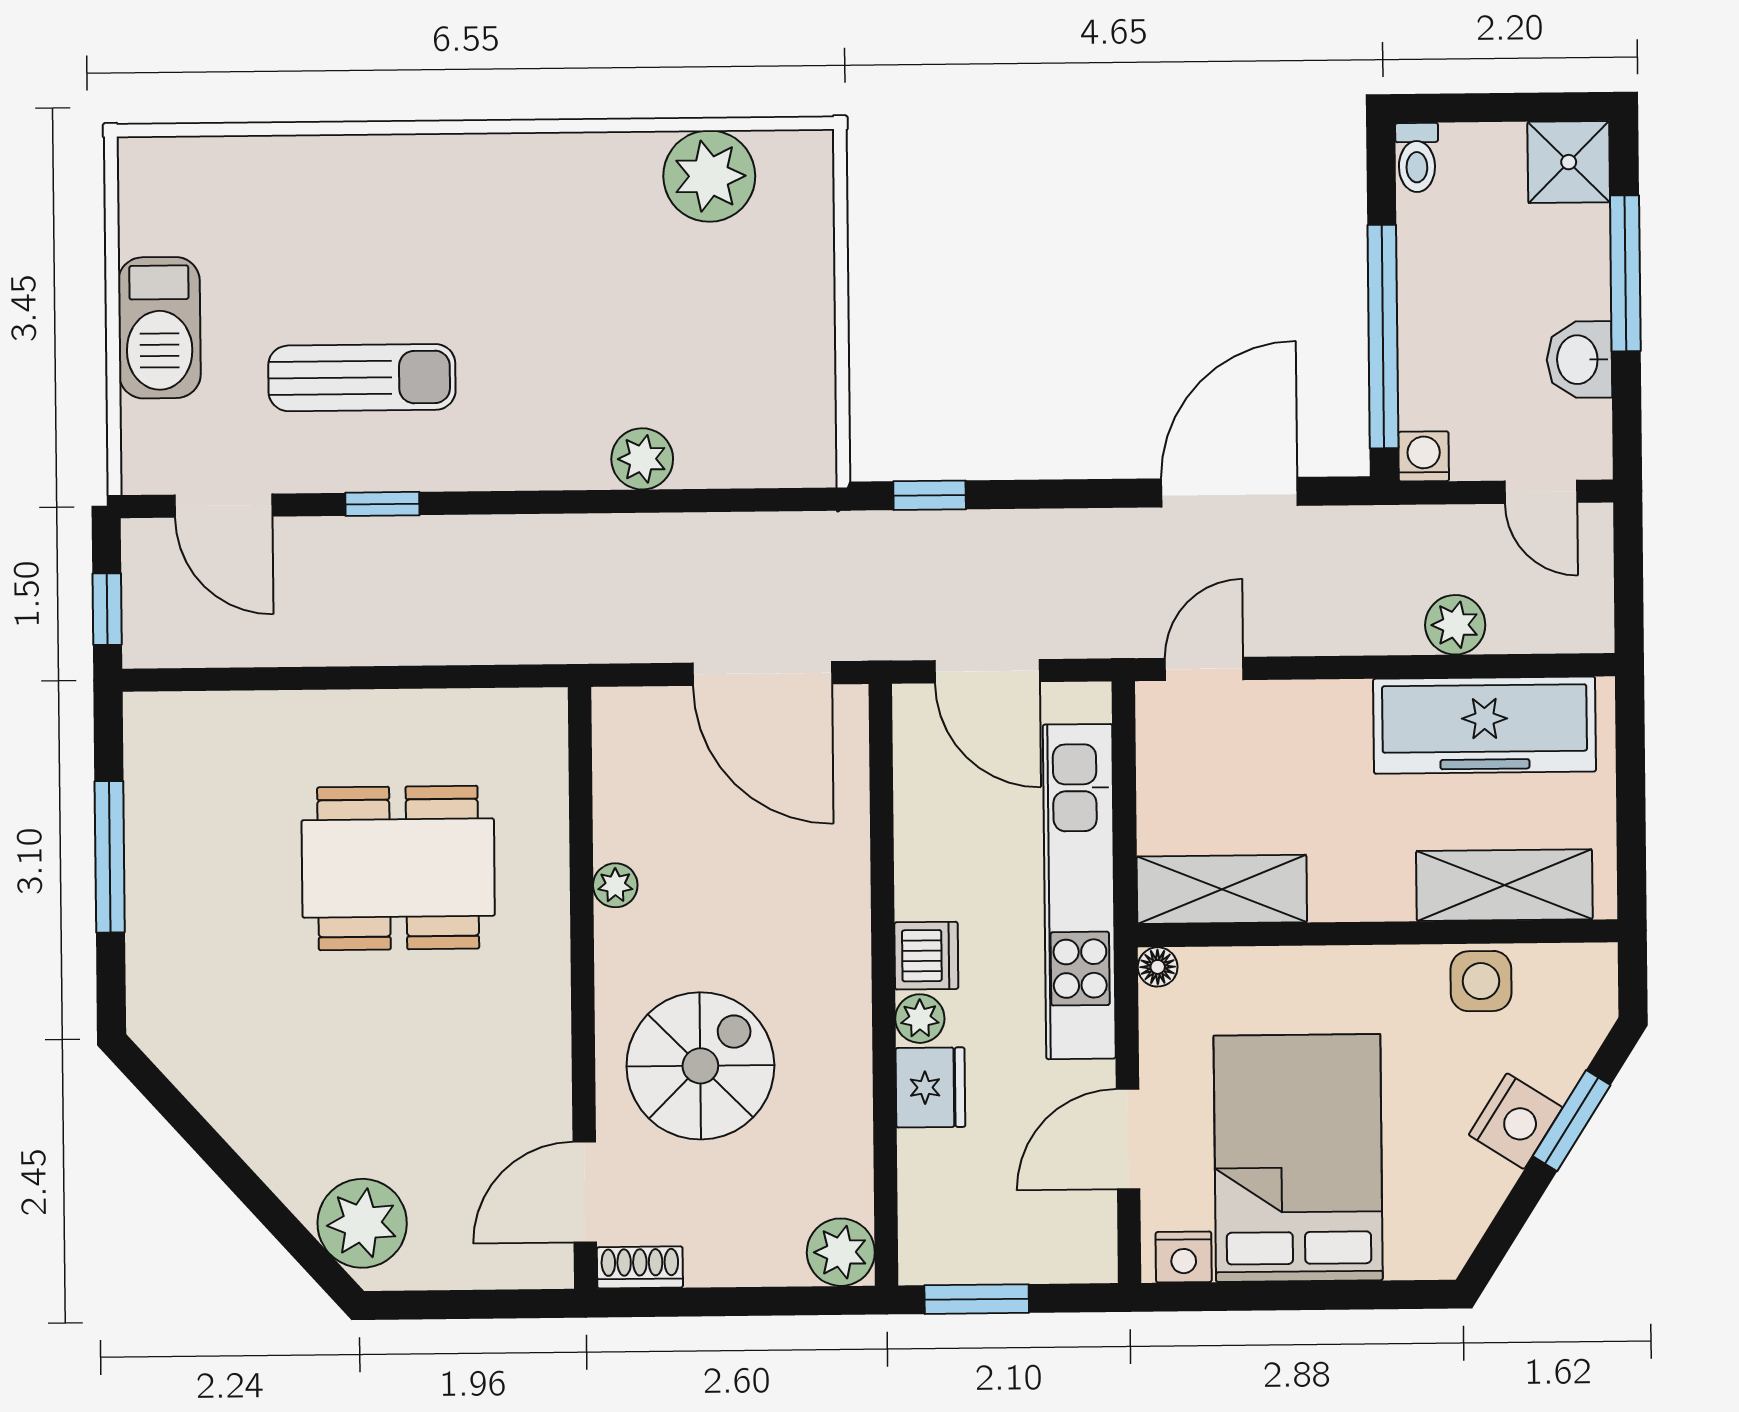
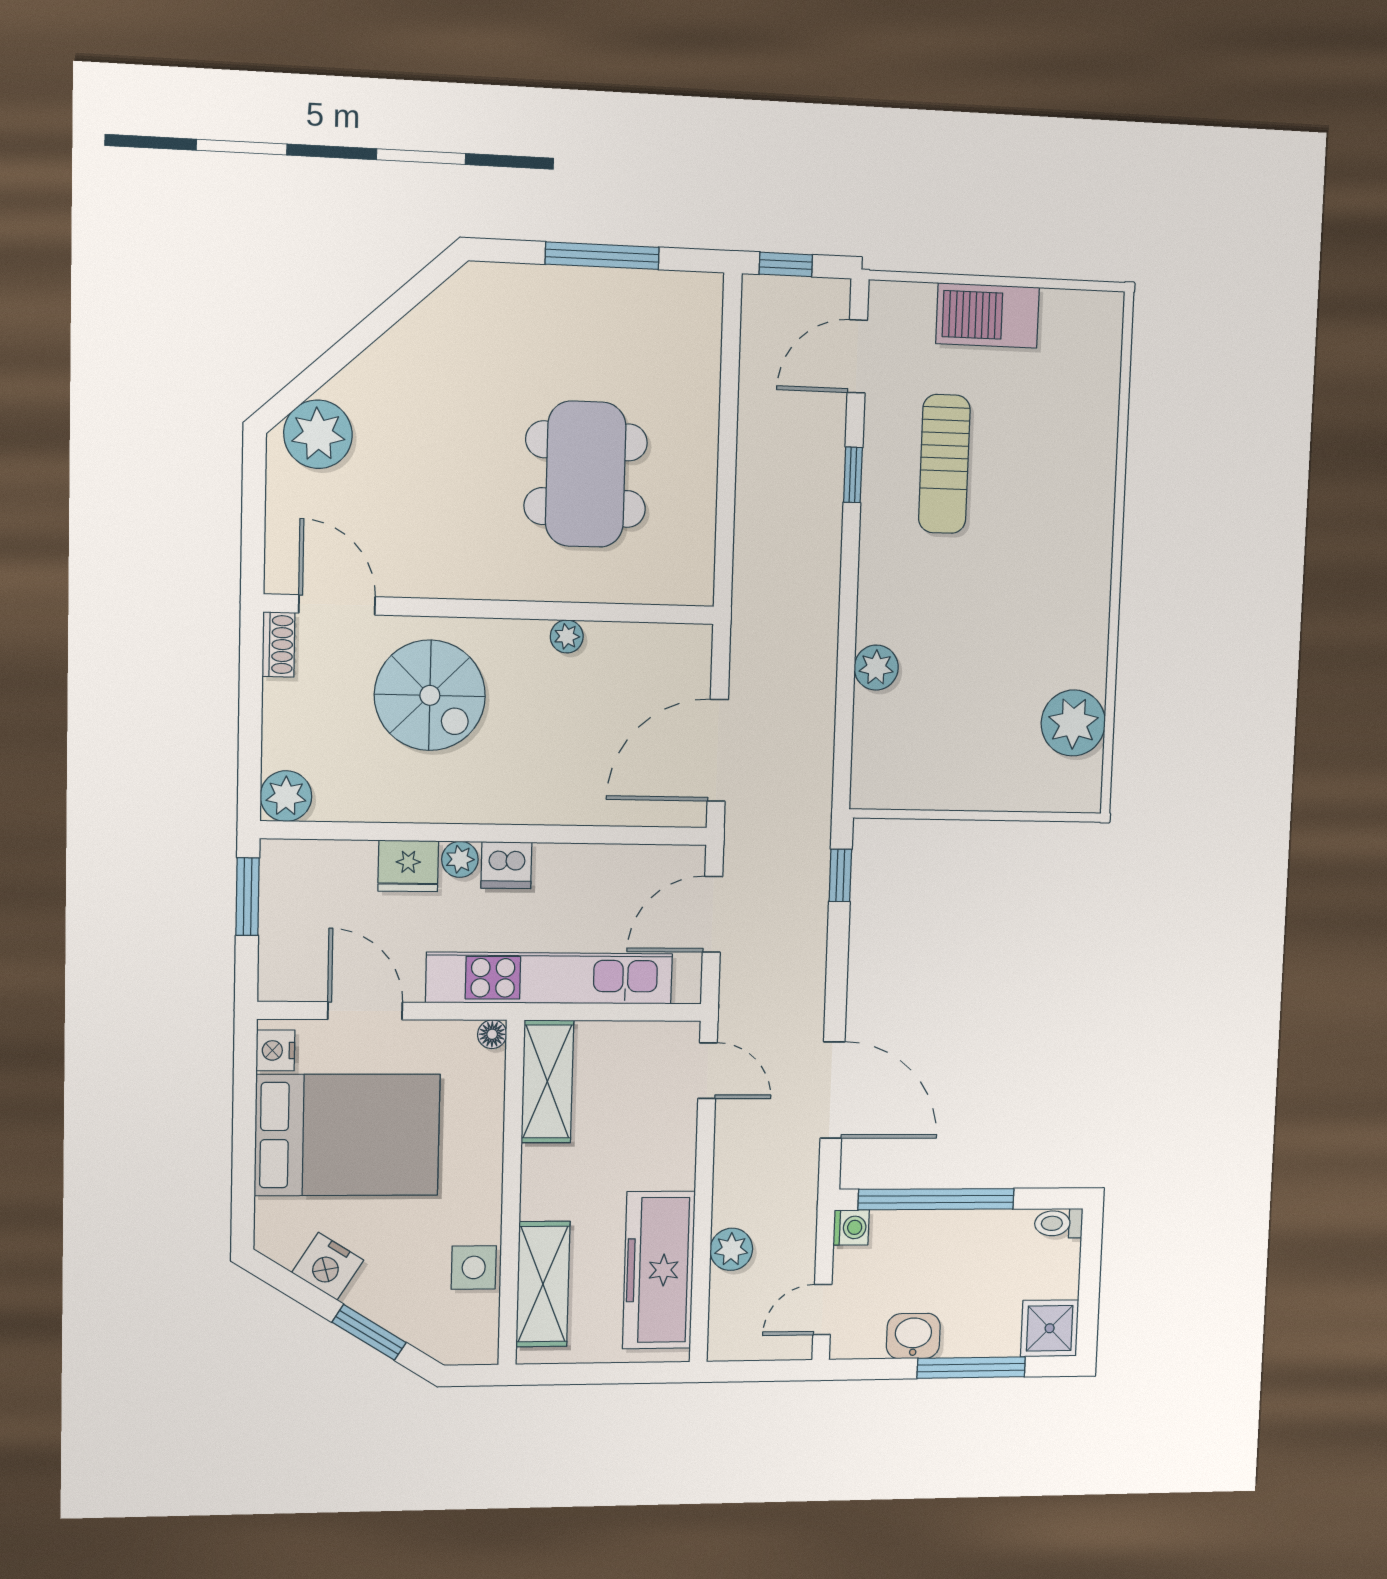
nightstand: (1516, 1121) -> (328, 1266), moved

